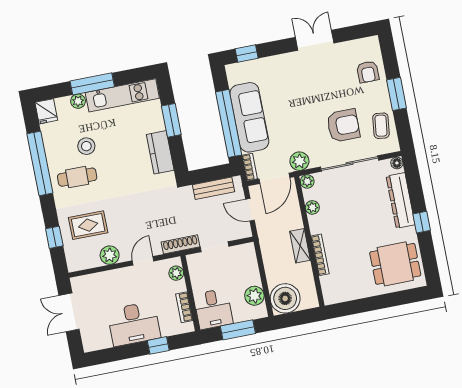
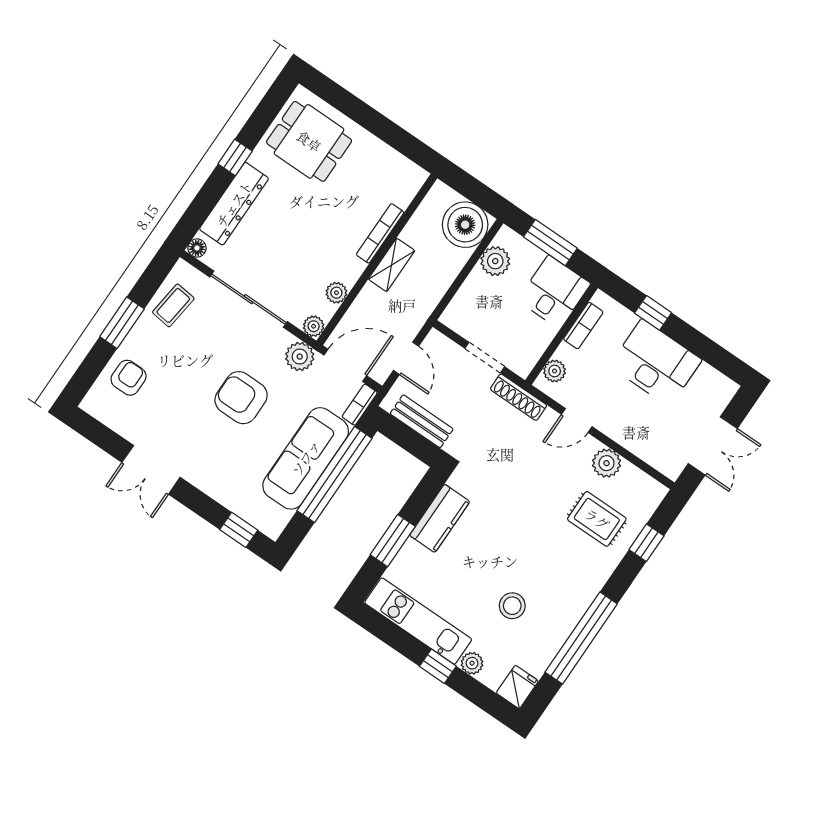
window: (92, 84) -> (438, 666), width x0.46
armchair: (343, 125) -> (241, 398), moved
cafe table: (77, 177) -> (556, 583), removed

